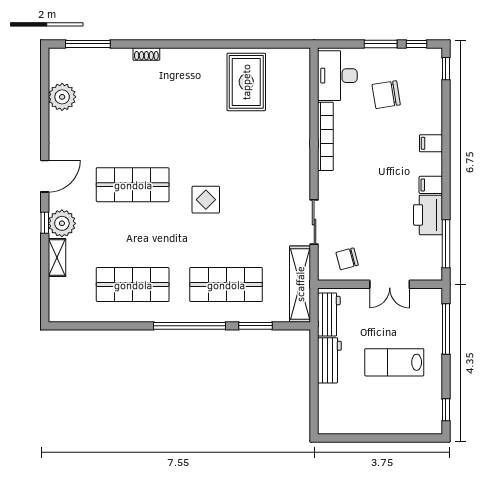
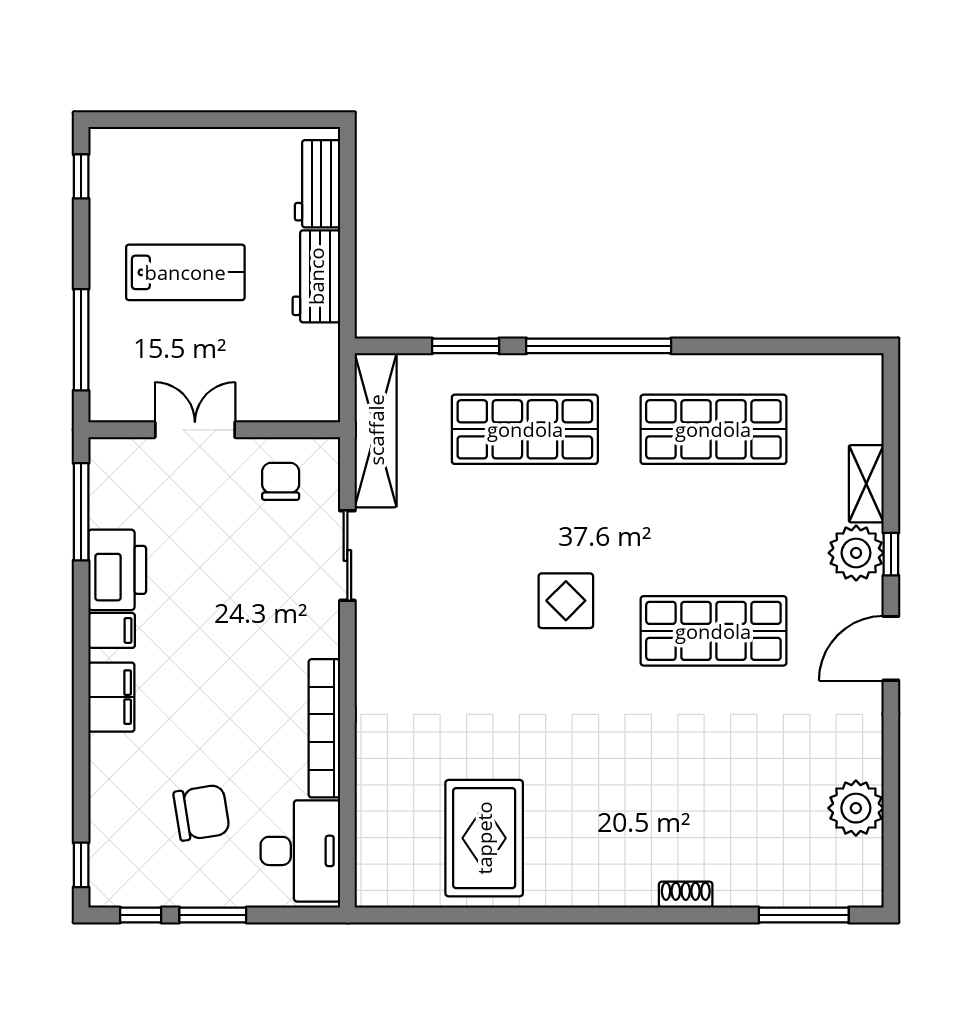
filing cabinet: (431, 143) -> (111, 697), width x2.00
chair: (347, 259) -> (281, 481), turned -75
workbench: (329, 314) -> (317, 184), moved

